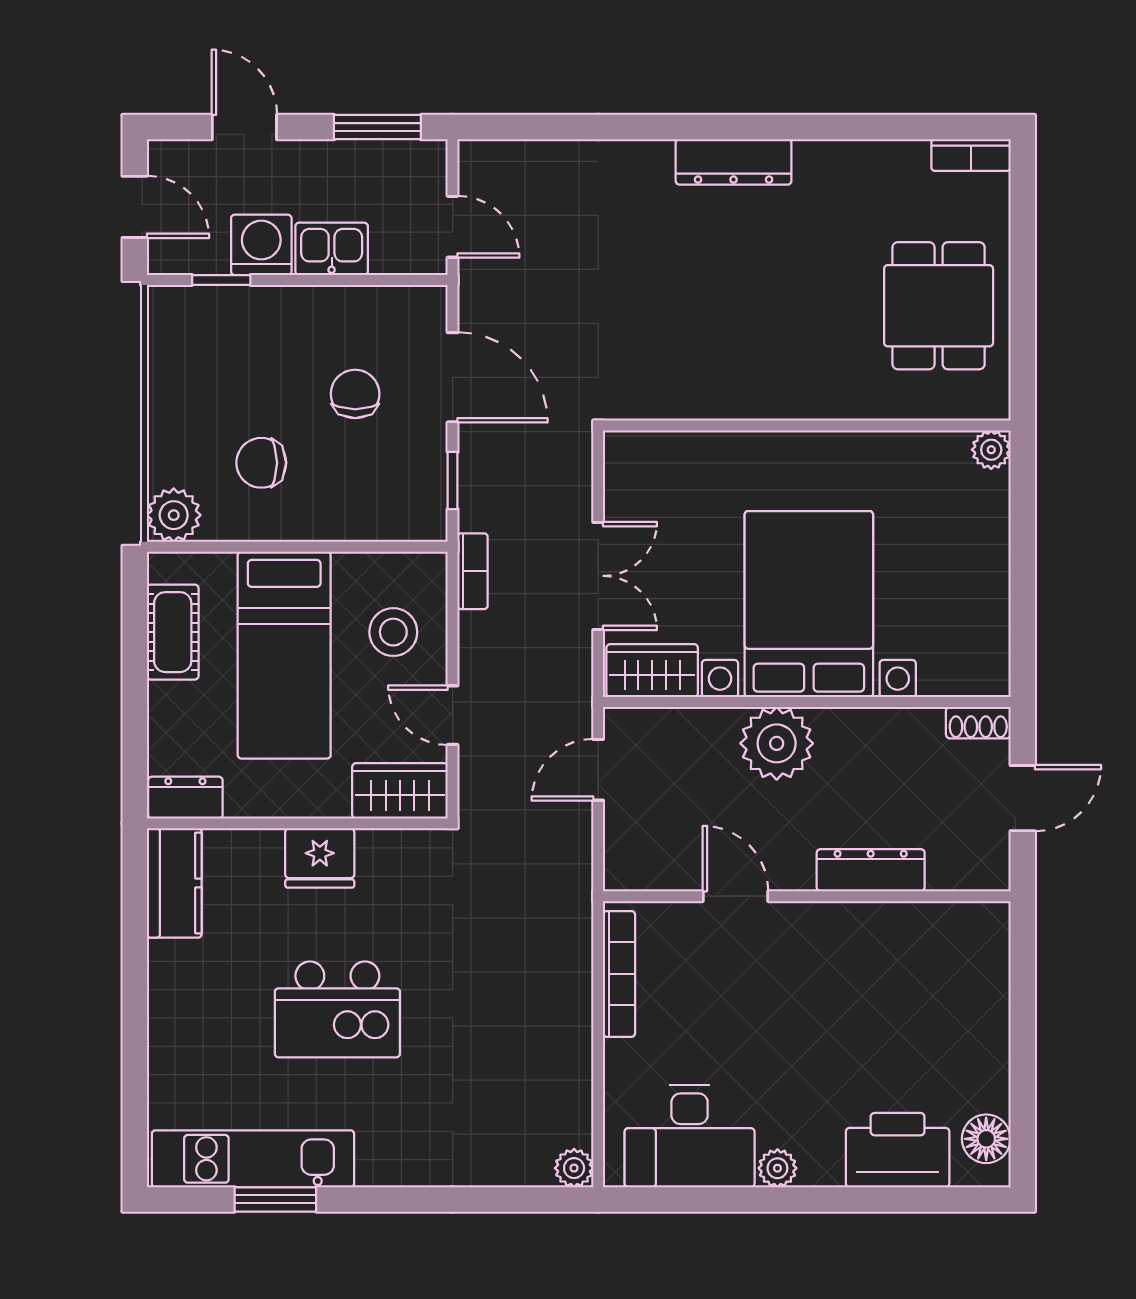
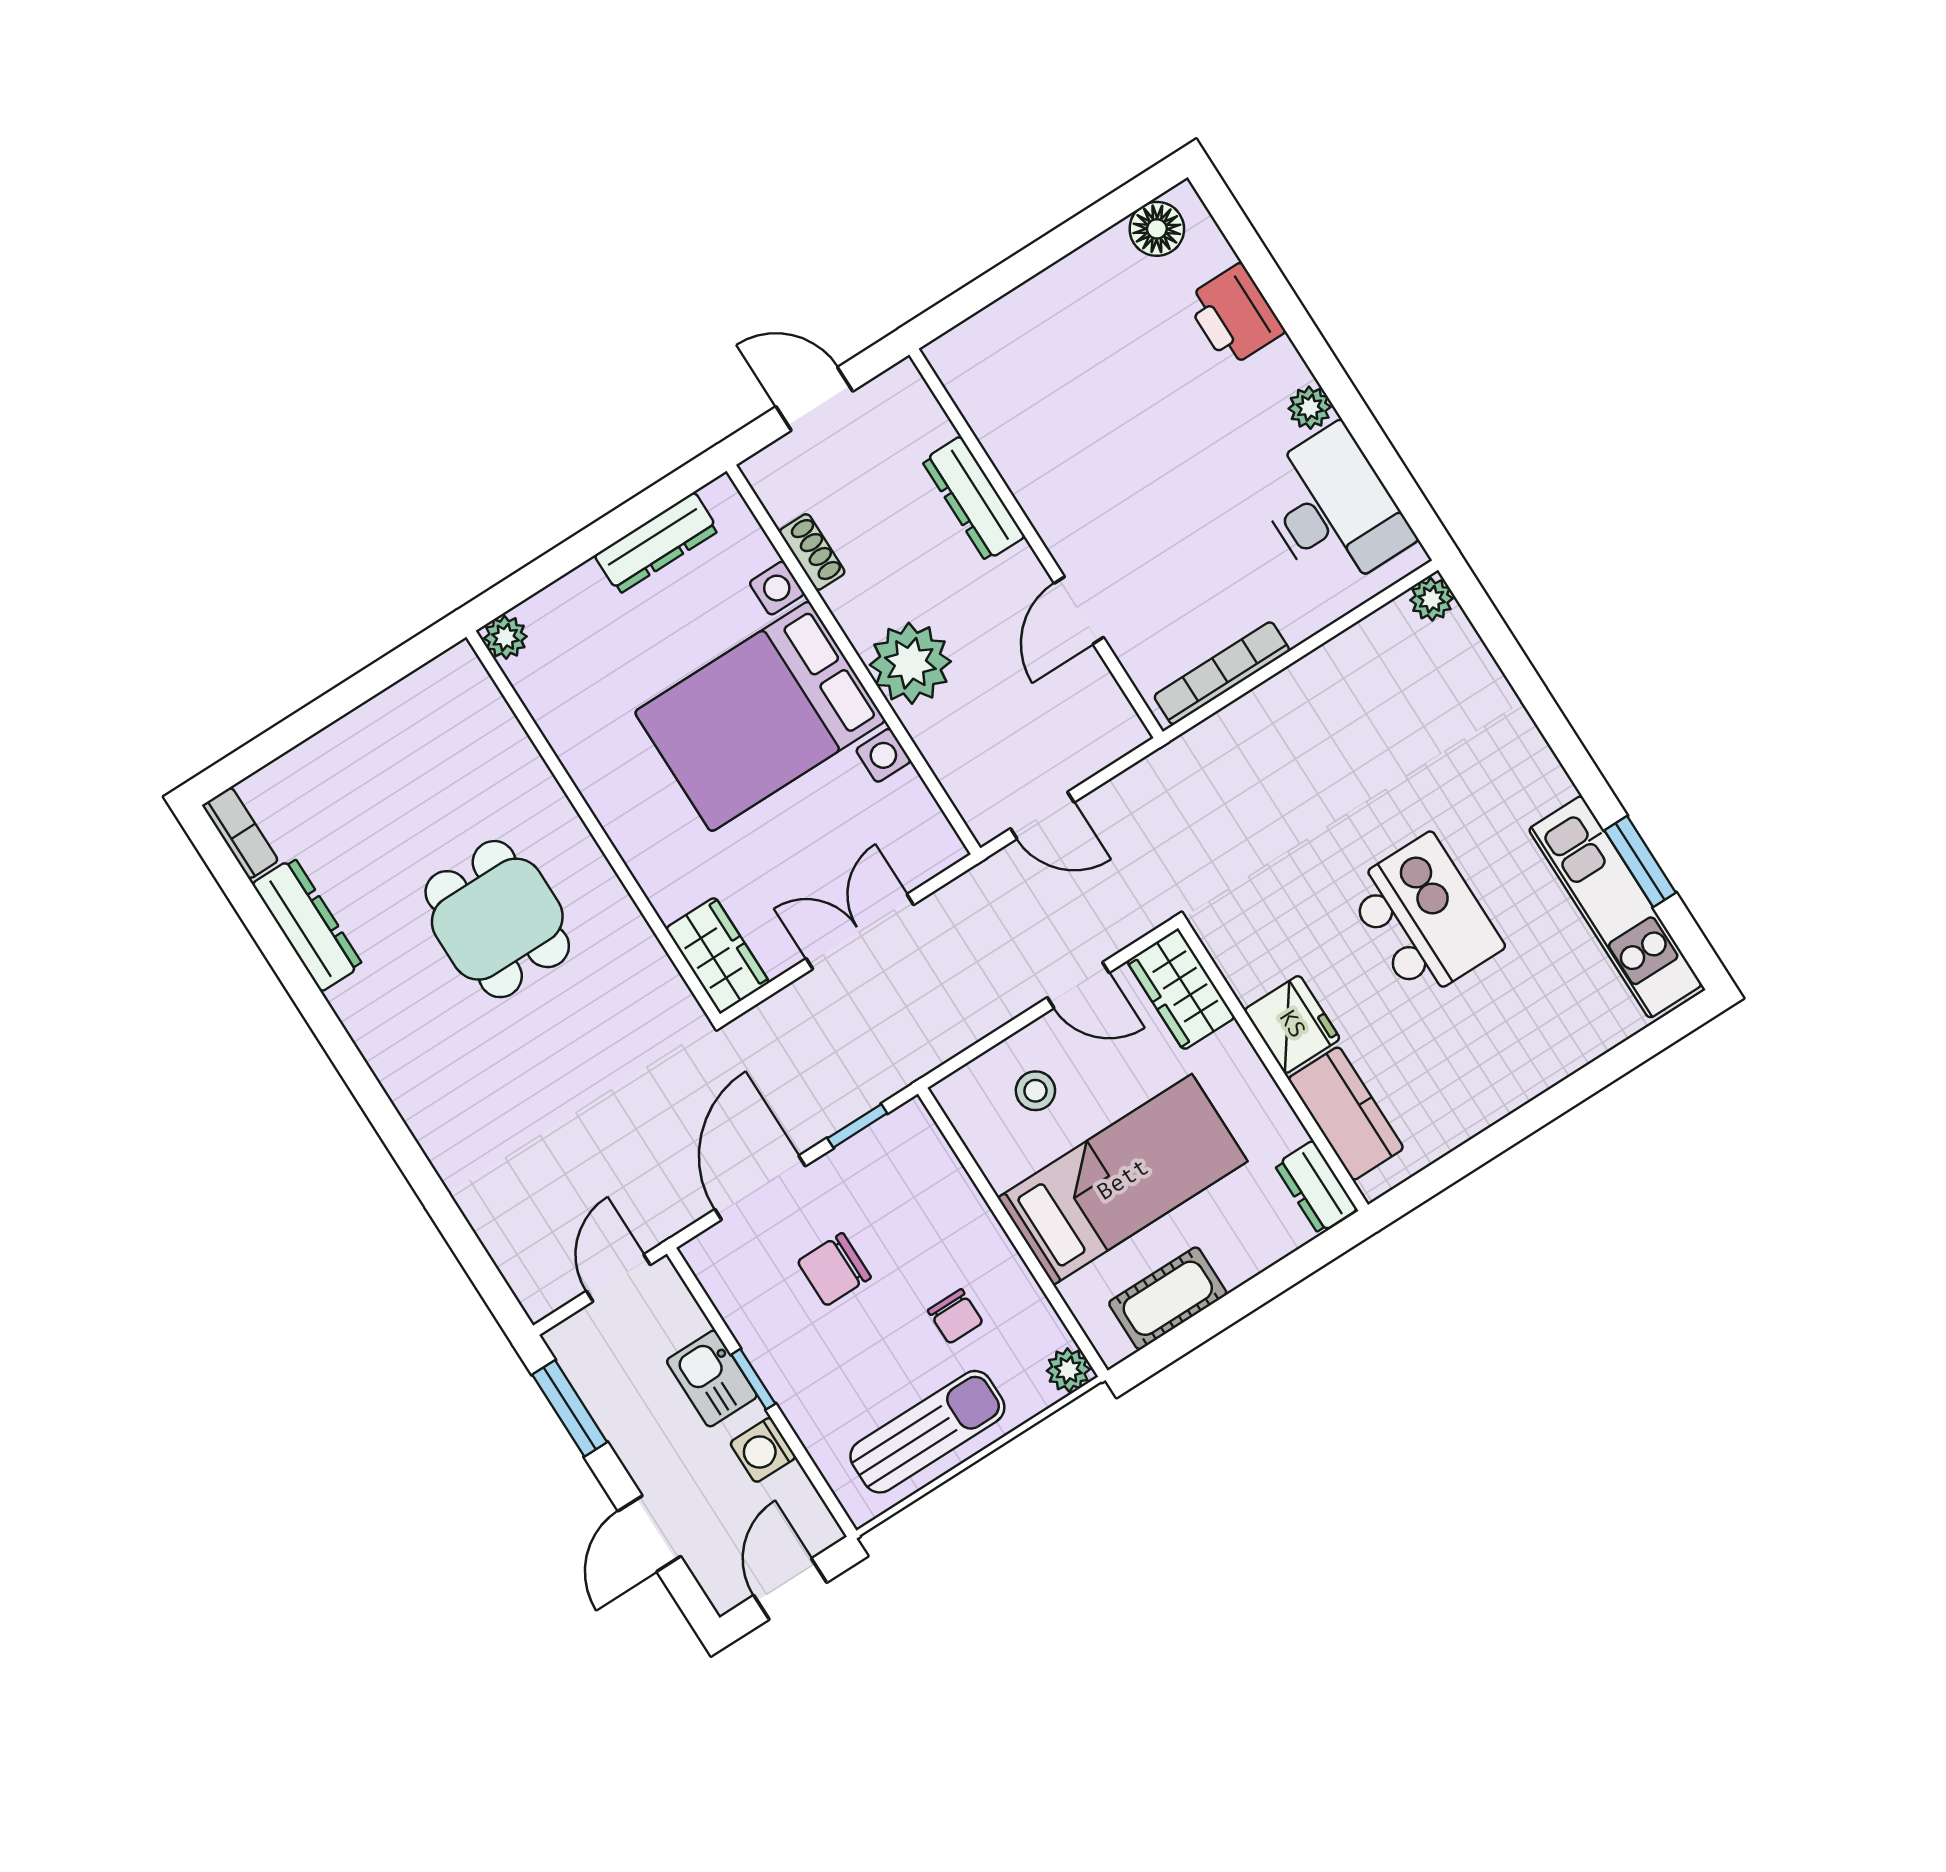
dresser: (734, 162) -> (307, 924), moved
washing machine: (261, 245) -> (763, 1450), width x0.73, depth x0.73
window: (221, 280) -> (753, 1379), moved
dining table: (939, 306) -> (497, 919), moved, turned 90
sun lounger: (188, 386) -> (927, 1432), added
chair: (261, 463) -> (955, 1316), width x0.73, depth x0.73
plant: (174, 515) -> (1068, 1370), width x0.73, depth x0.73
bookcase: (473, 571) -> (931, 1053), removed
dresser: (990, 609) -> (657, 543), added
stool: (393, 632) -> (1035, 1091), width x0.73, depth x0.73
wardrobe: (652, 671) -> (717, 955), moved, turned 180
door: (453, 715) -> (1078, 985), hinge flipped
shoe rack: (978, 723) -> (812, 552), moved
kitchen counter: (174, 883) -> (1346, 1114), moved, turned 90
printer: (898, 1150) -> (1235, 315), width x0.73, depth x0.84

